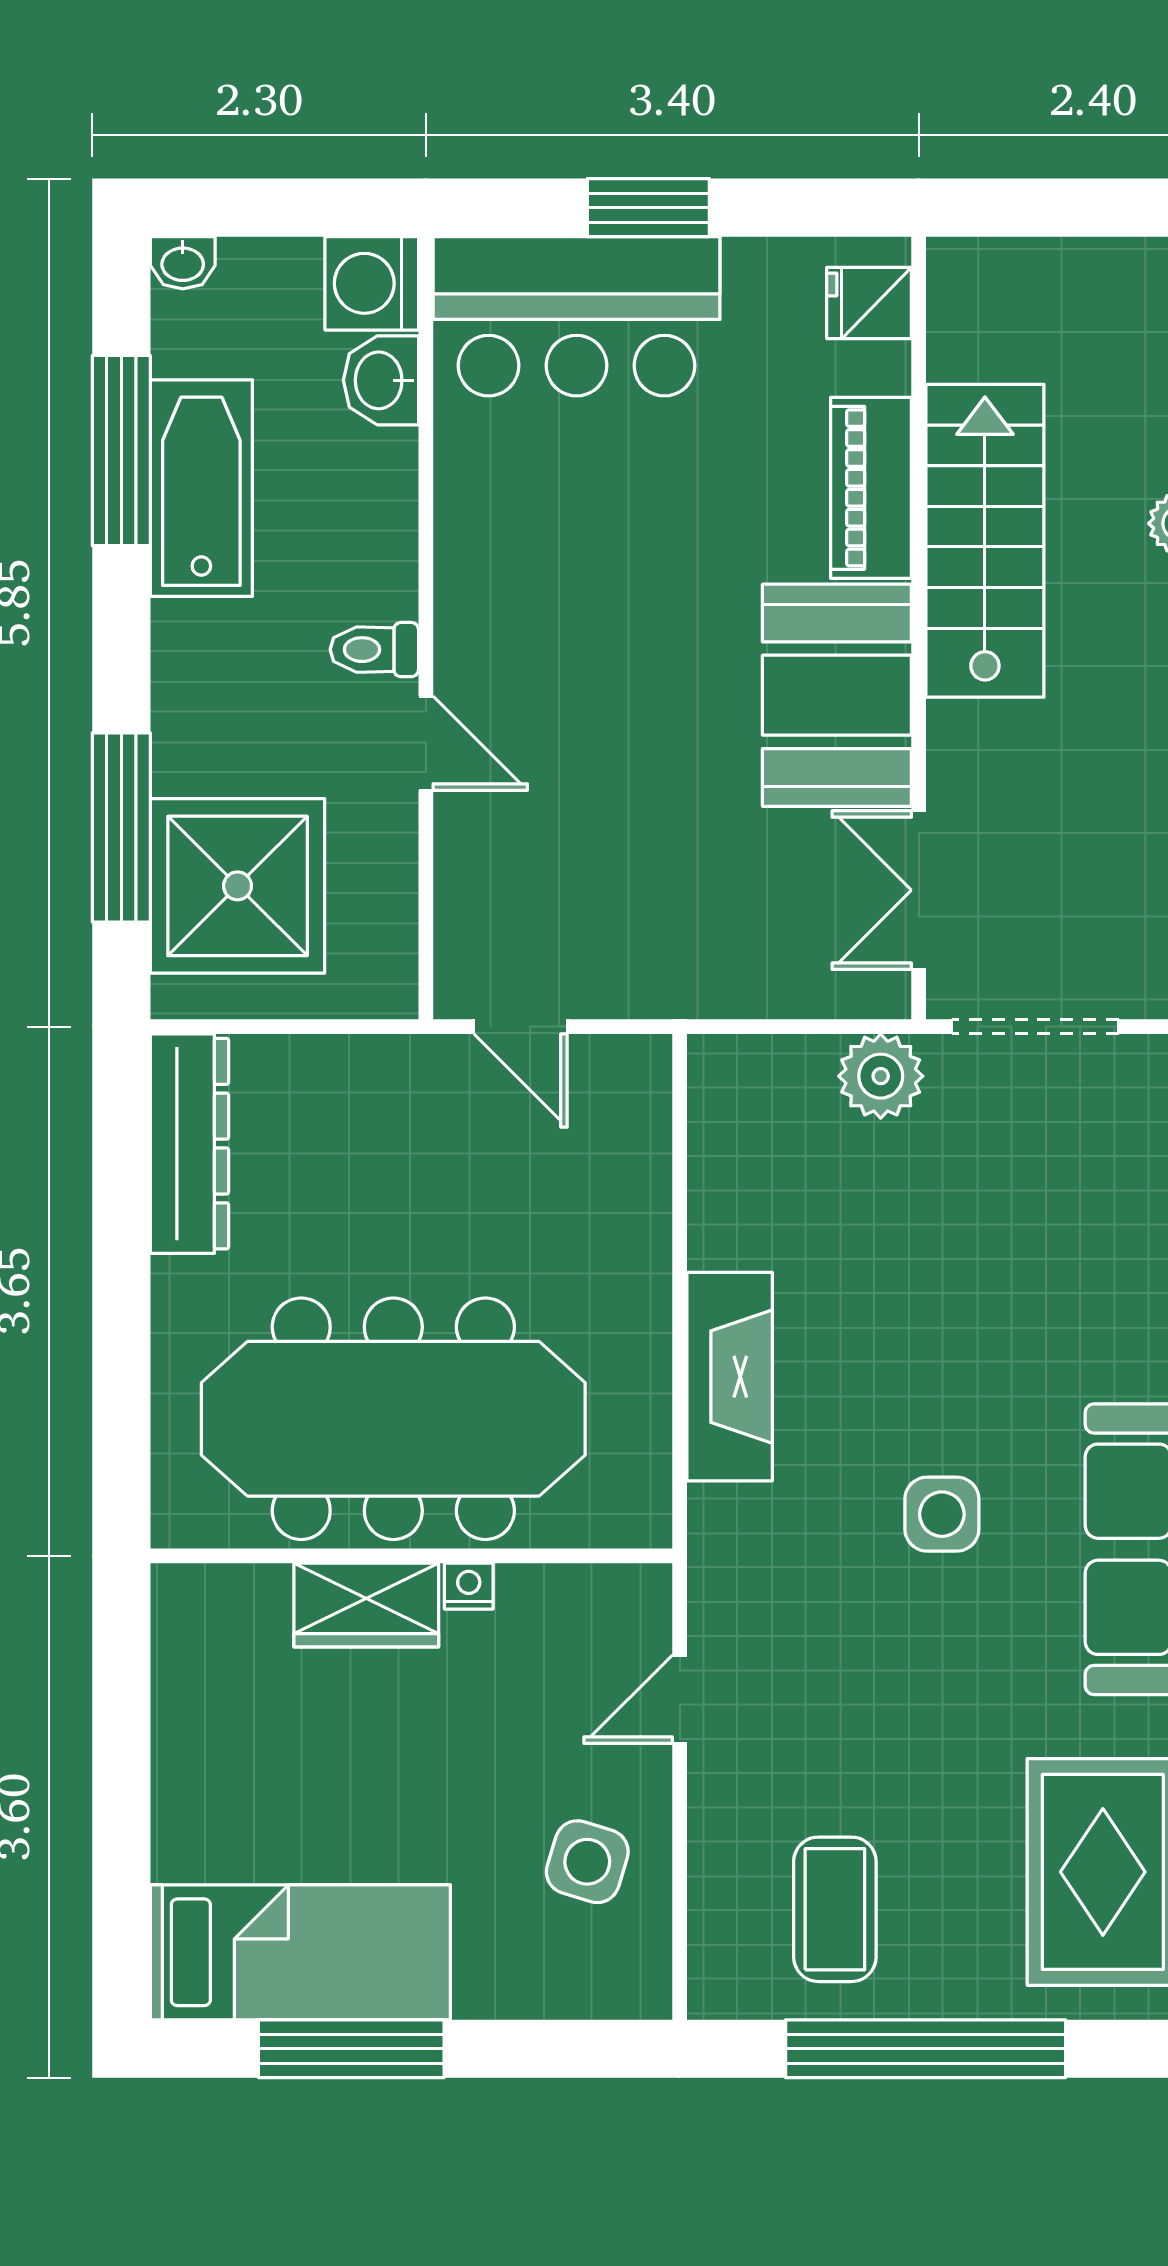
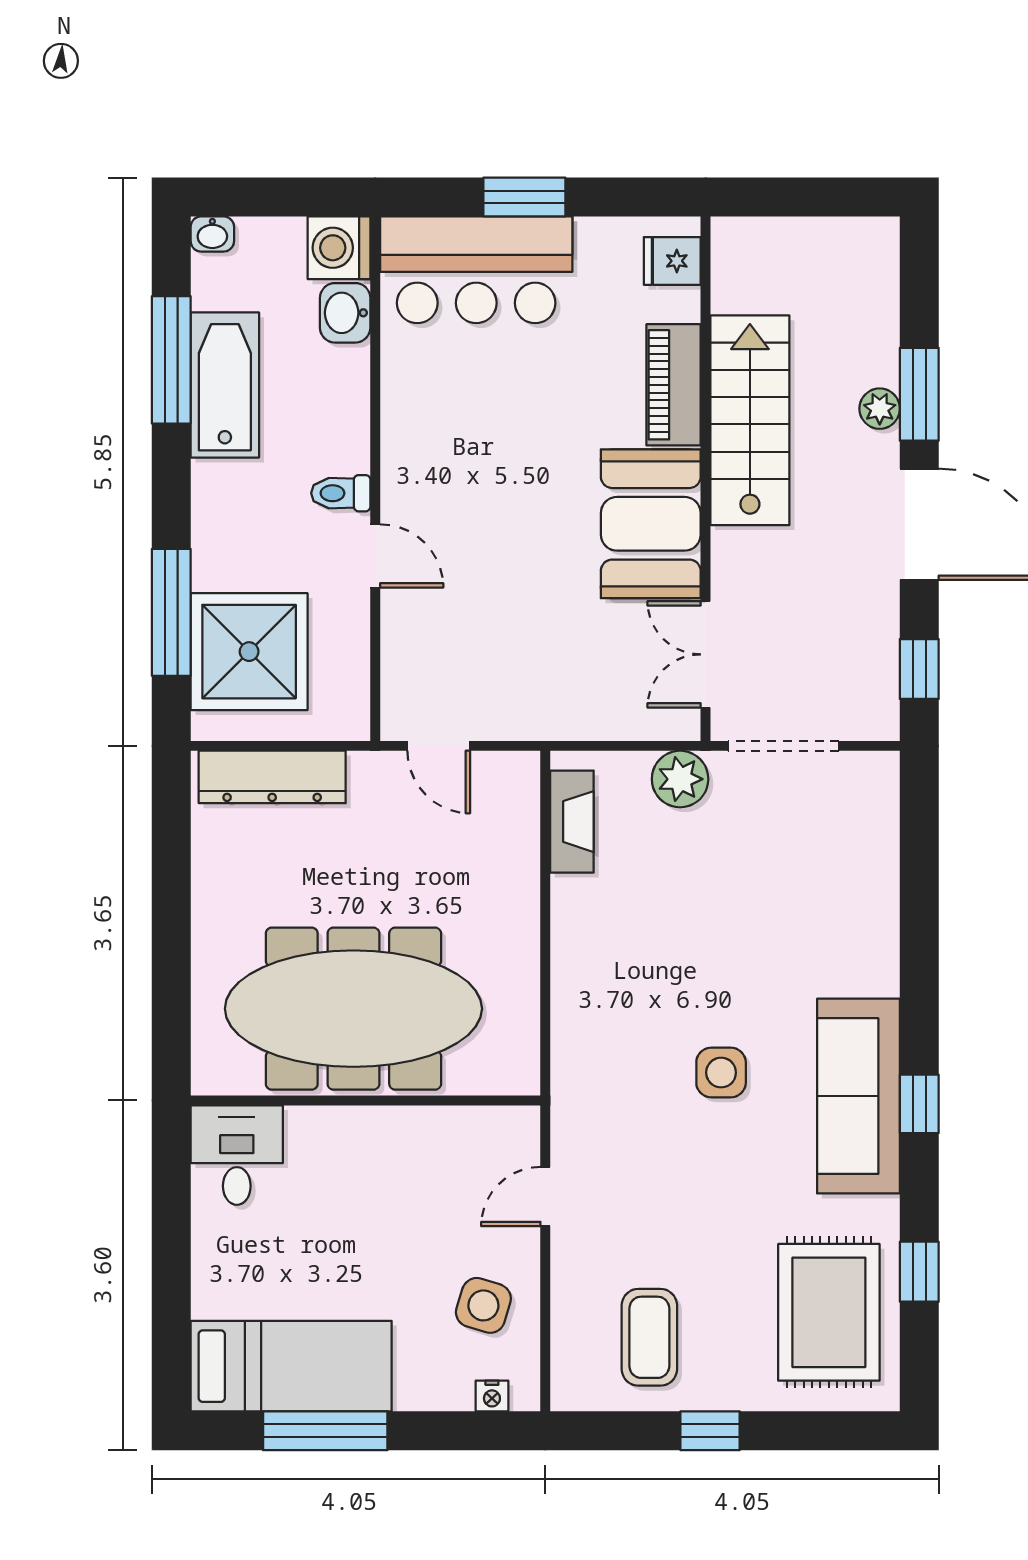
dresser: (189, 1144) -> (272, 777), moved, turned 90
fireplace: (730, 1377) -> (572, 822), moved, width x0.73, depth x0.76
nightstand: (469, 1586) -> (492, 1396), moved, turned 180
wardrobe: (366, 1605) -> (335, 1133), removed
desk: (219, 1637) -> (237, 1155), added
window: (926, 2049) -> (710, 1431), width x0.32

